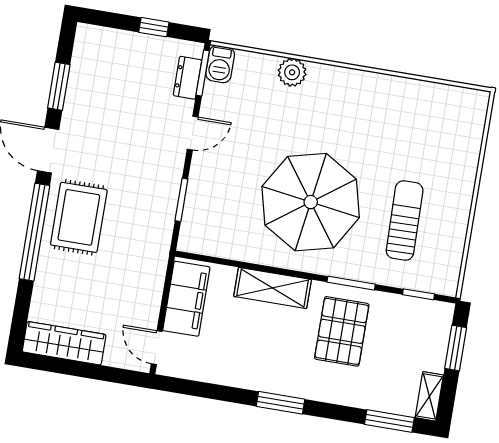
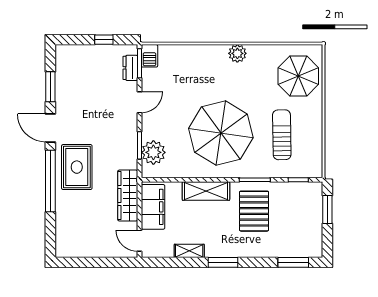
plant: (292, 72) -> (237, 53), moved
parasol: (445, 134) -> (298, 76), added
plant: (201, 215) -> (153, 152), added
wardrobe: (64, 343) -> (128, 196), moved, turned -90
shelving: (429, 396) -> (189, 251), moved, turned 90

